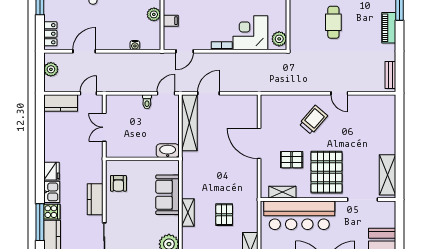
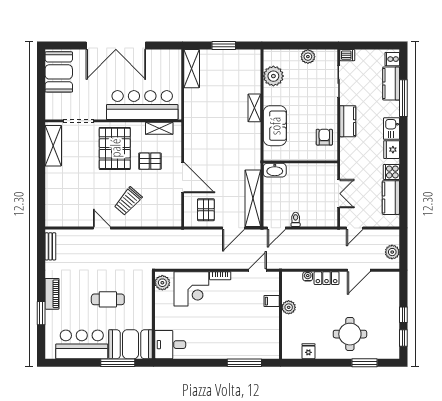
cafe table: (333, 22) -> (108, 299), turned 90
locker: (50, 34) -> (327, 278), moved, turned -90
kitchen counter: (61, 103) -> (391, 198), moved, turned -90
cooker: (52, 212) -> (391, 172), moved
pallet: (224, 215) -> (206, 210), moved

